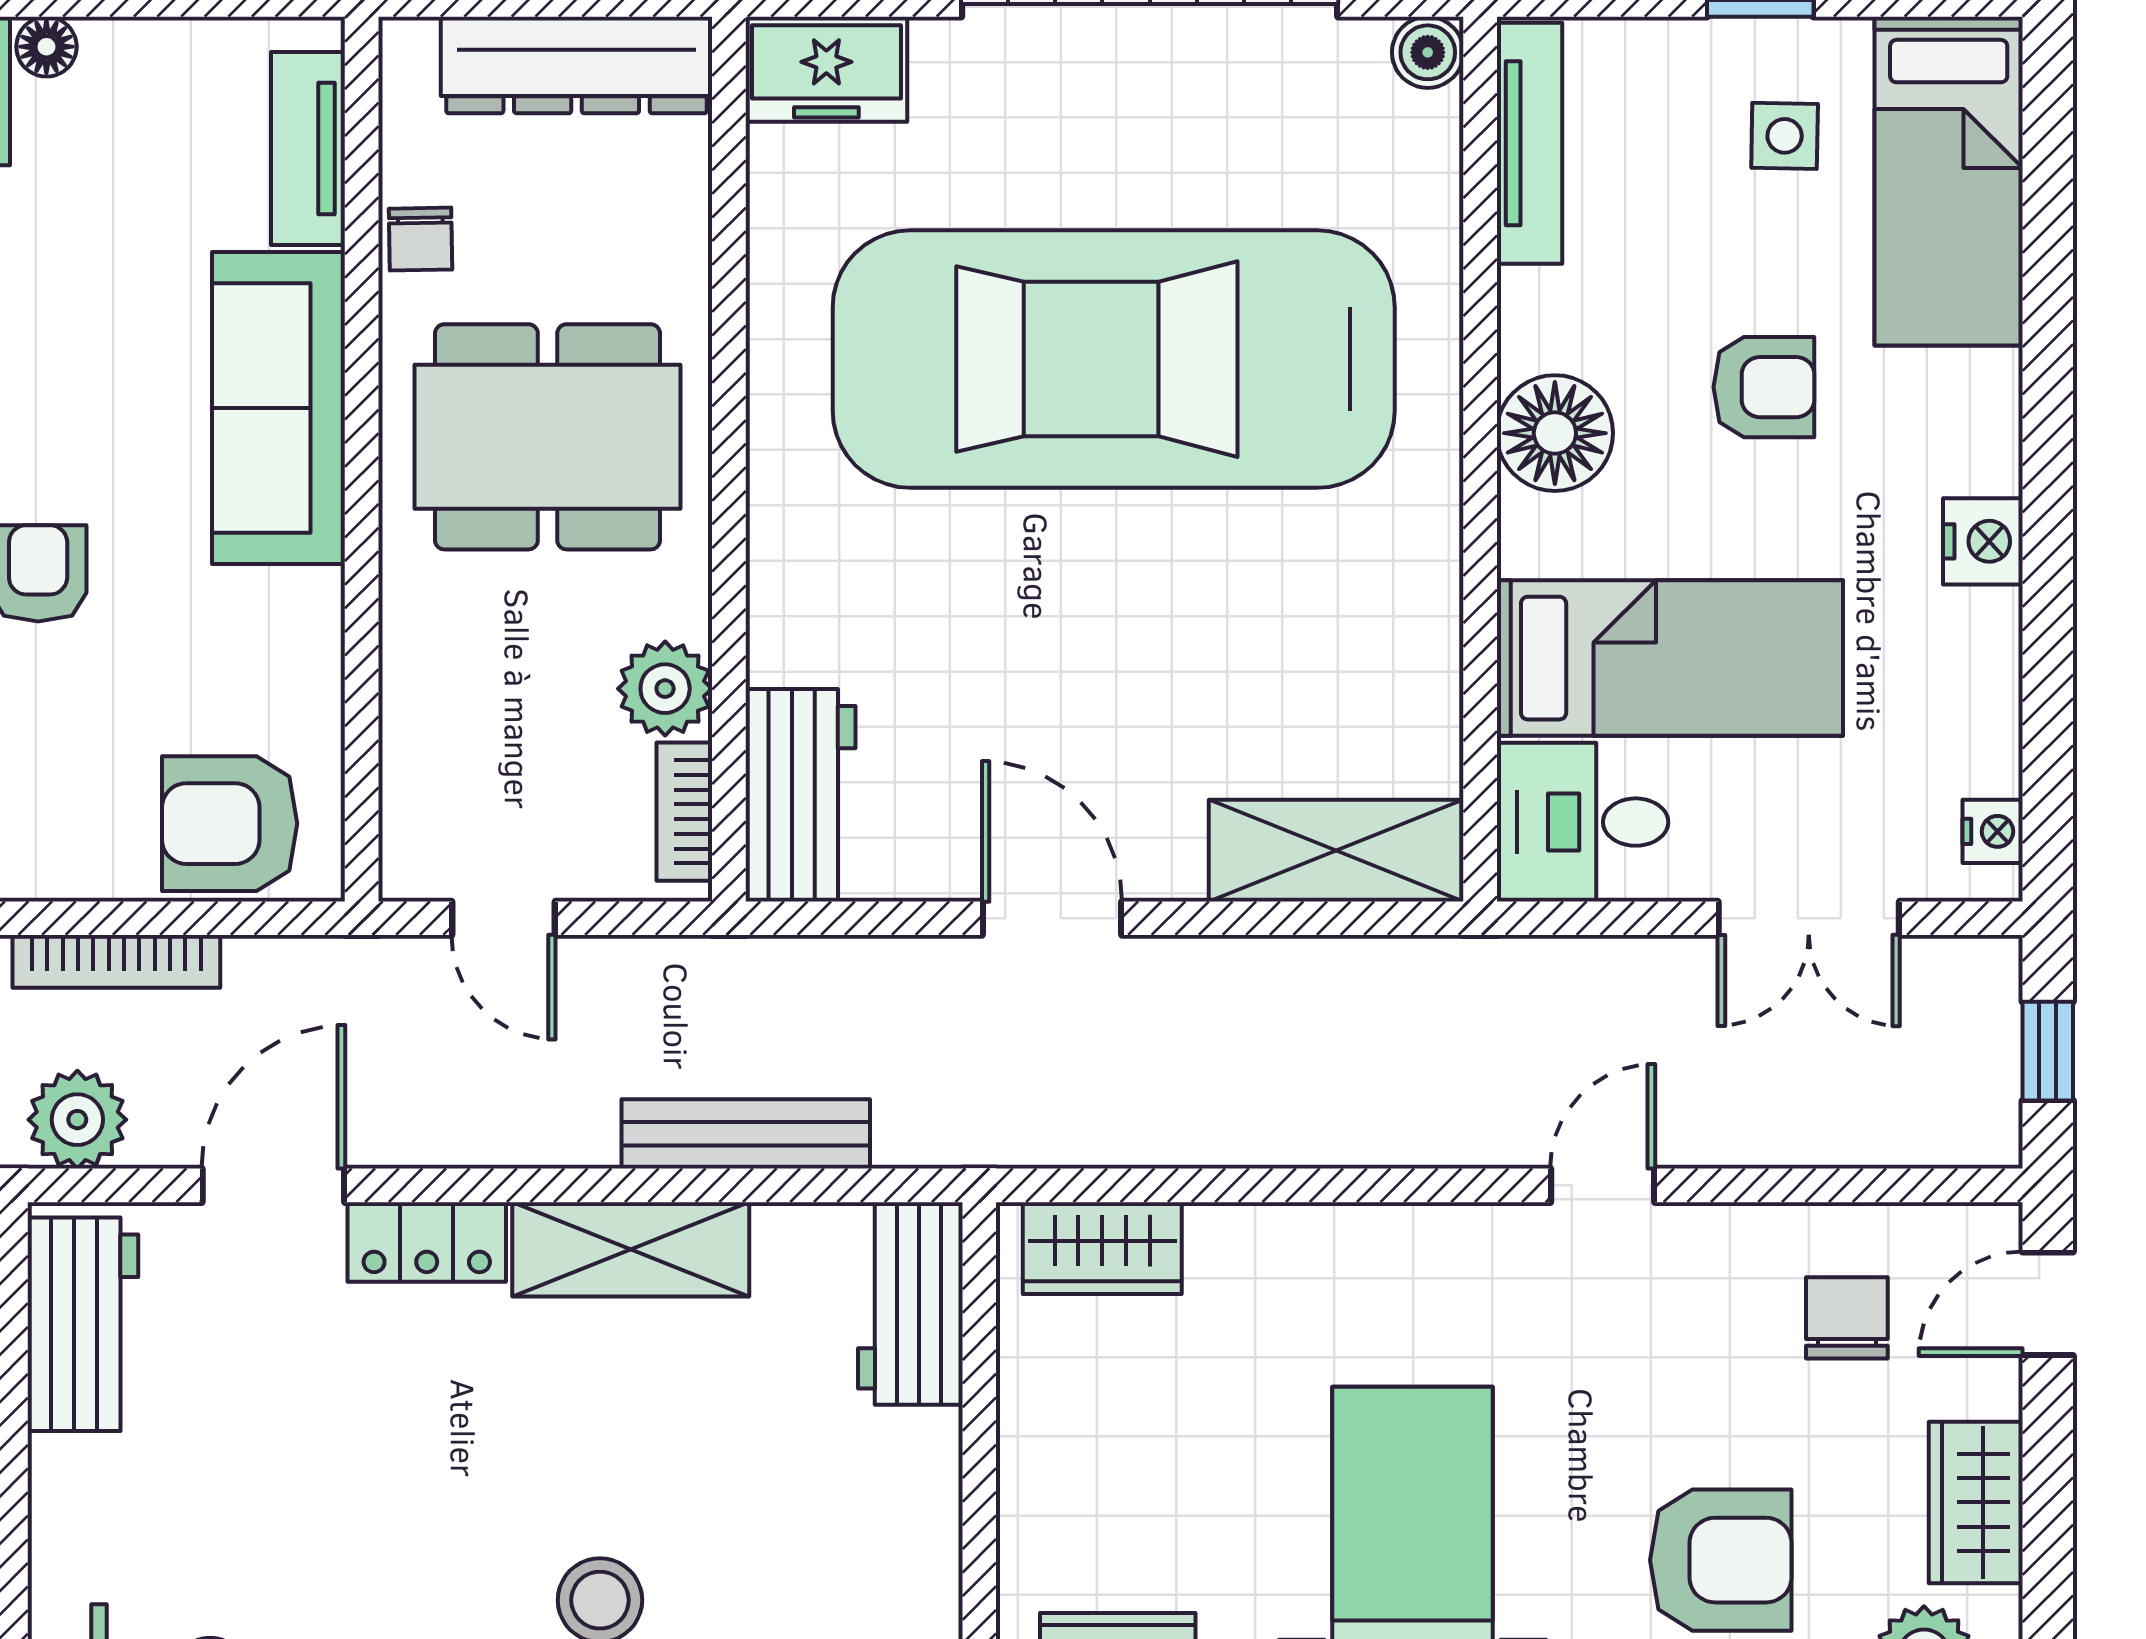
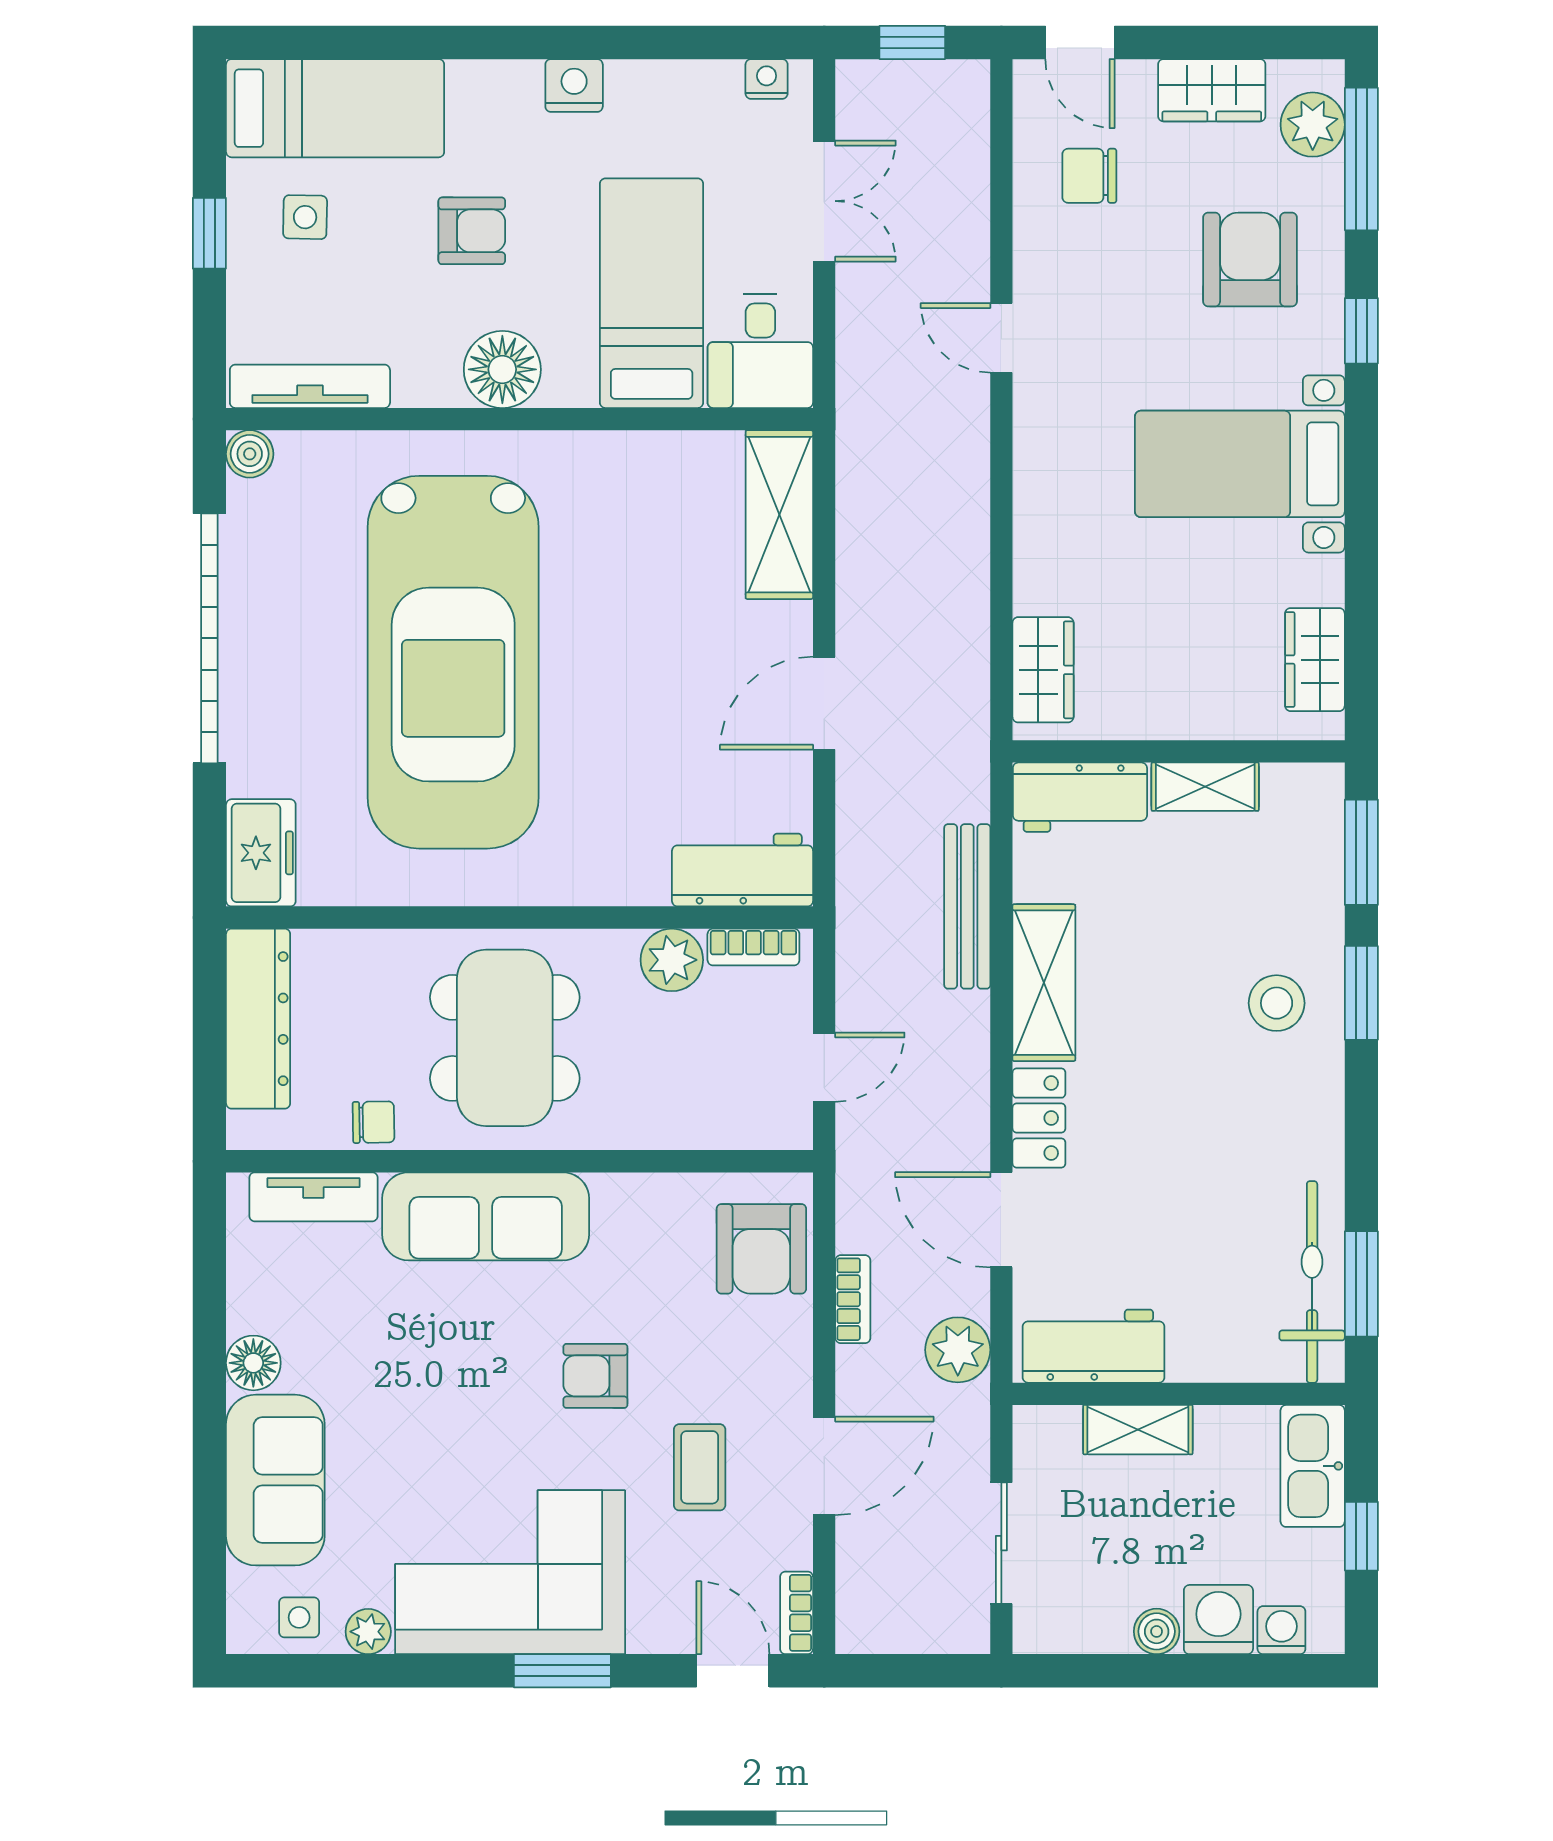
floor lamp: (46, 47) -> (253, 1363), width x1.37, depth x1.37
armchair: (1764, 387) -> (472, 231), turned 90
bookcase: (116, 961) -> (853, 1299), width x0.64
shelving: (926, 1492) -> (1205, 787), added

